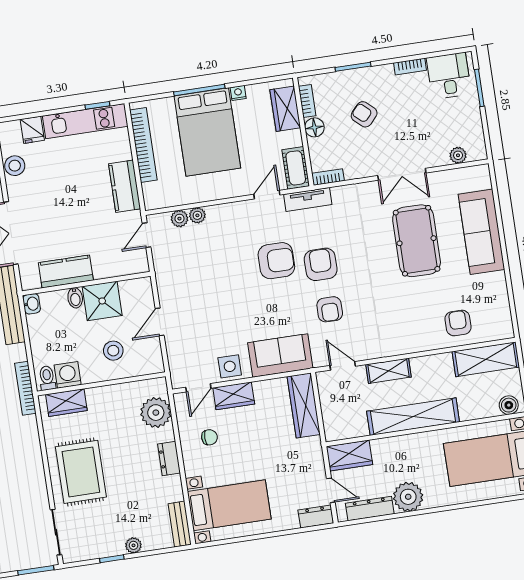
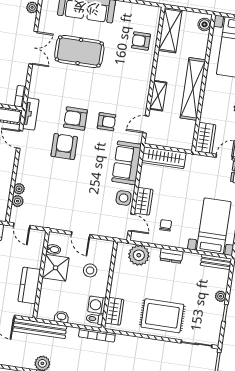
bidet: (75, 298) -> (53, 249), moved
washbasin: (32, 304) -> (61, 317), moved

